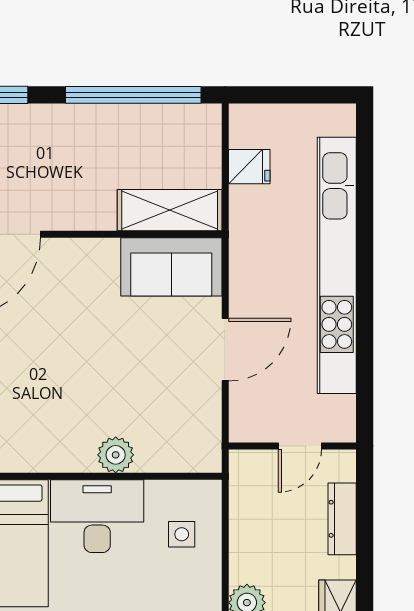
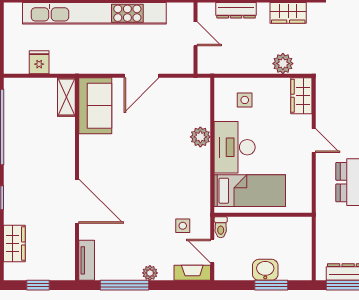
shelving: (170, 210) -> (66, 97), width x0.67, depth x0.75
door: (225, 350) -> (141, 76), swing flipped

